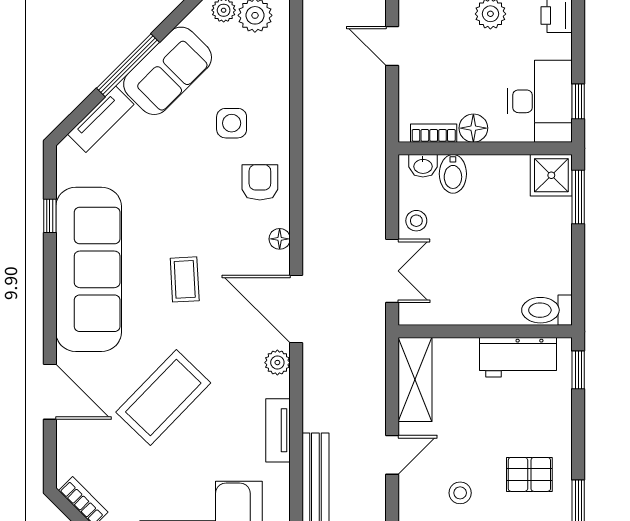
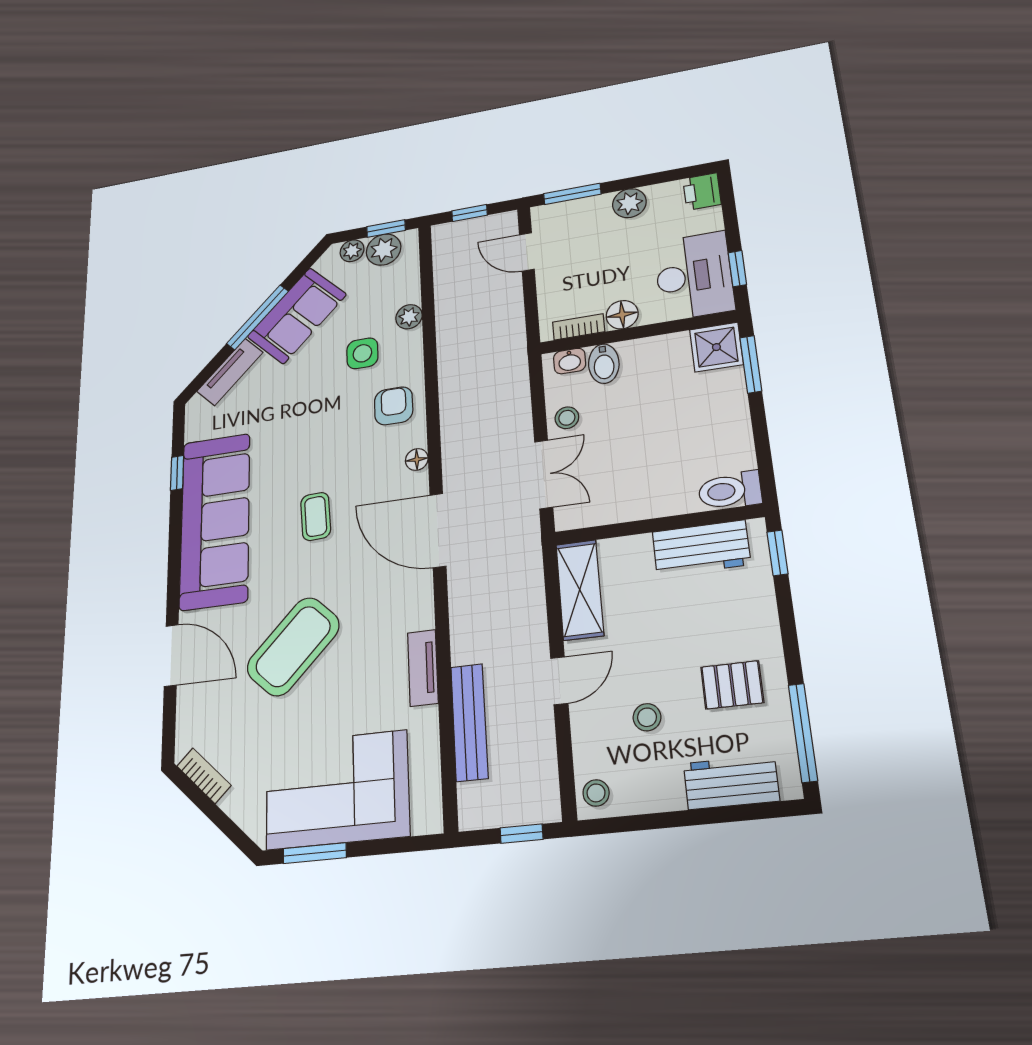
plant: (277, 363) -> (409, 317), moved

